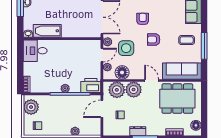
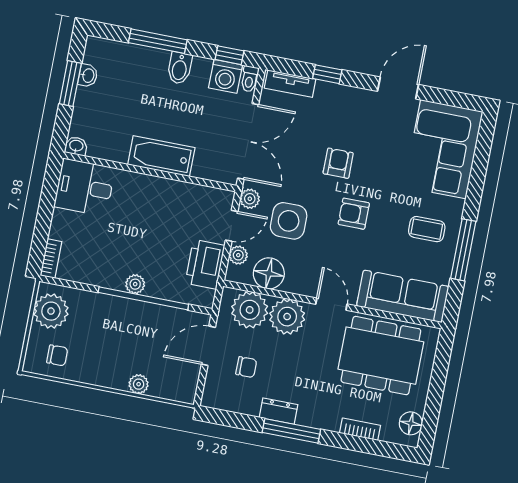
bathtub: (47, 31) -> (161, 156), moved
printer: (91, 86) -> (205, 264), moved, turned -90

